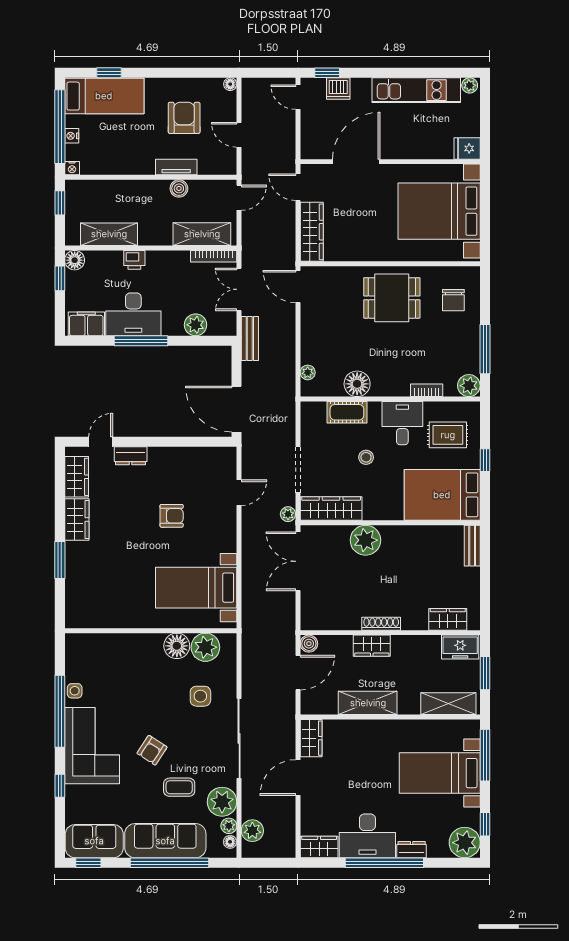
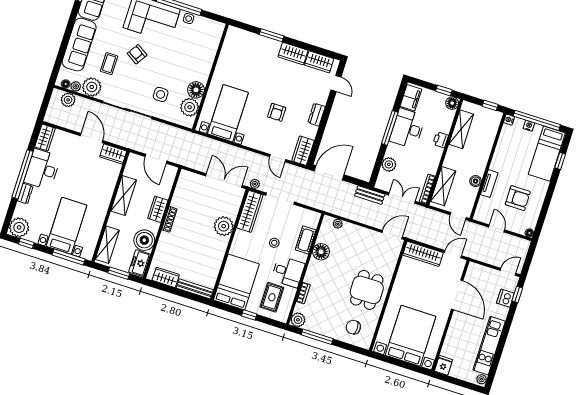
door: (239, 135) -> (497, 228), hinge flipped
dresser: (131, 456) -> (316, 115), moved
wardrobe: (216, 459) -> (303, 151), added
bench: (472, 546) -> (195, 289), width x1.36
wardrobe: (448, 619) -> (166, 277), moved, turned -90
boiler: (309, 644) -> (144, 240), moved, width x1.86, depth x1.86
window: (169, 863) -> (65, 43), removed

